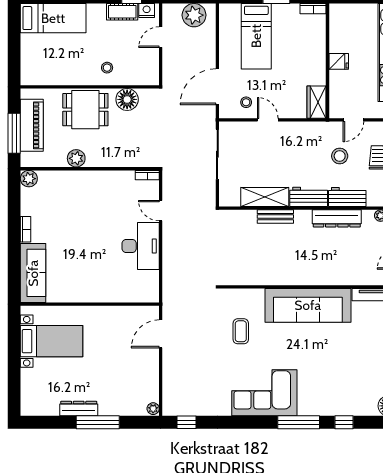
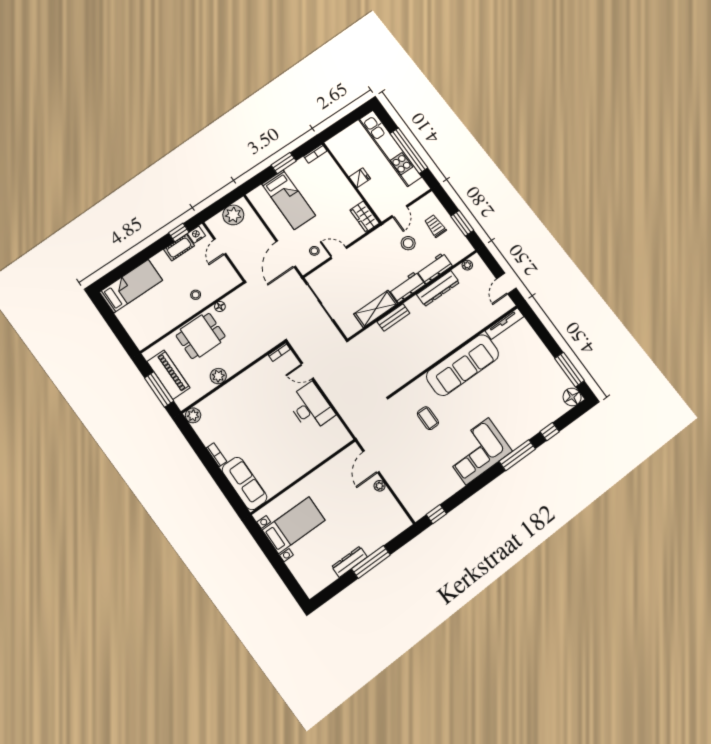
floor lamp: (127, 99) -> (220, 307), width x0.53, depth x0.53
plant: (153, 409) -> (380, 486), moved

